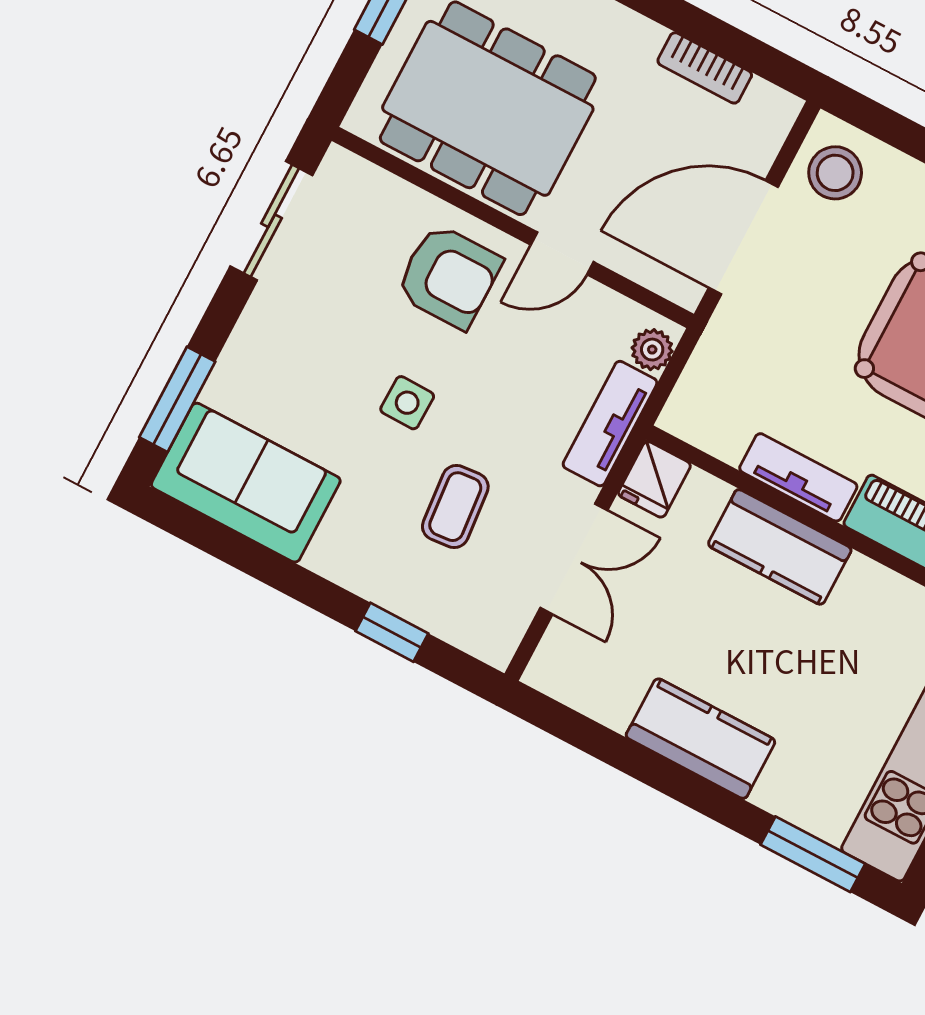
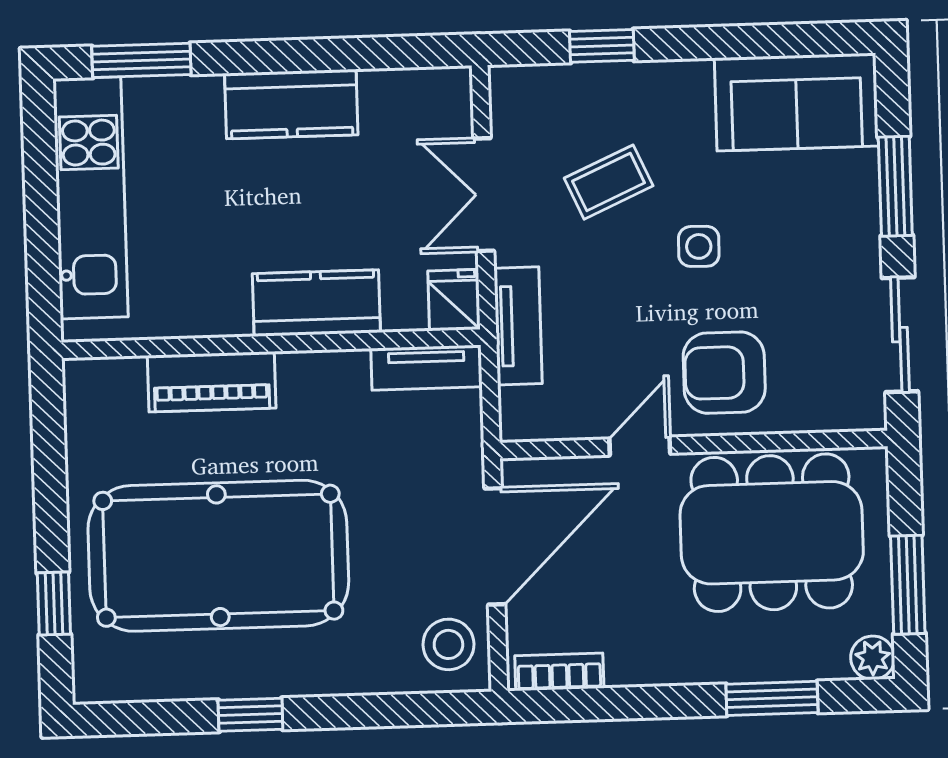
bookcase: (705, 68) -> (559, 672), moved
plant: (652, 350) -> (518, 408), removed
window: (177, 399) -> (895, 186), moved
tv unit: (798, 477) -> (426, 368), moved
coffee table: (455, 507) -> (609, 182), turned 71

